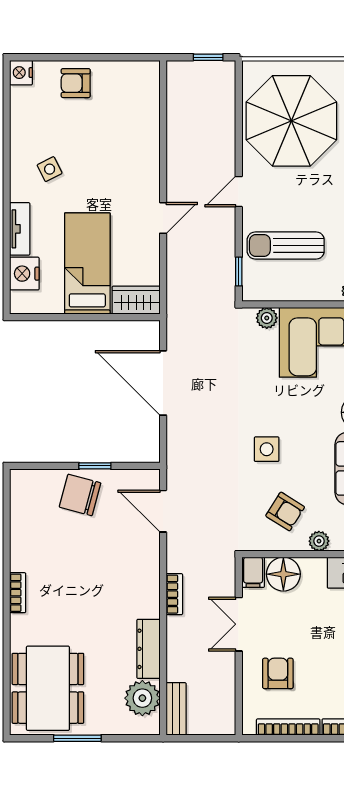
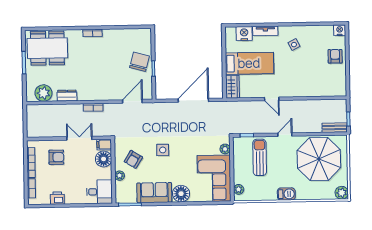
door: (239, 192) -> (285, 135), hinge flipped
dresser: (148, 649) -> (67, 96), width x0.70
bench: (176, 709) -> (335, 128), moved

